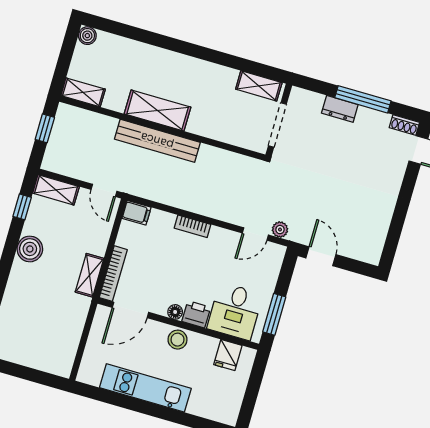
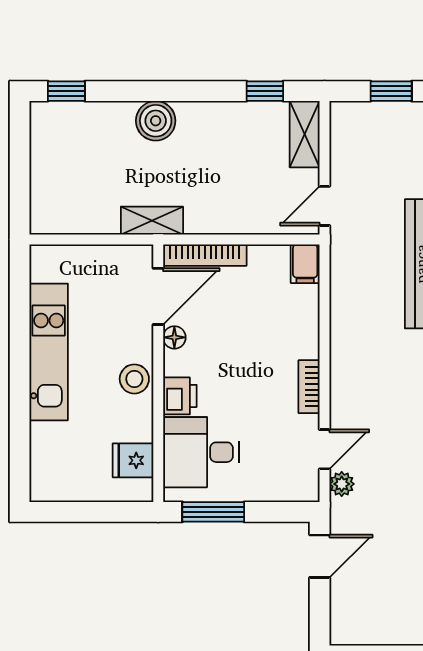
bookcase: (193, 226) -> (309, 387), moved
door: (255, 234) -> (325, 449), swing flipped
boiler: (30, 249) -> (156, 121), moved
shelving: (90, 275) -> (152, 221), moved
door: (131, 310) -> (158, 296), swing flipped
floor lamp: (175, 312) -> (174, 337), moved

